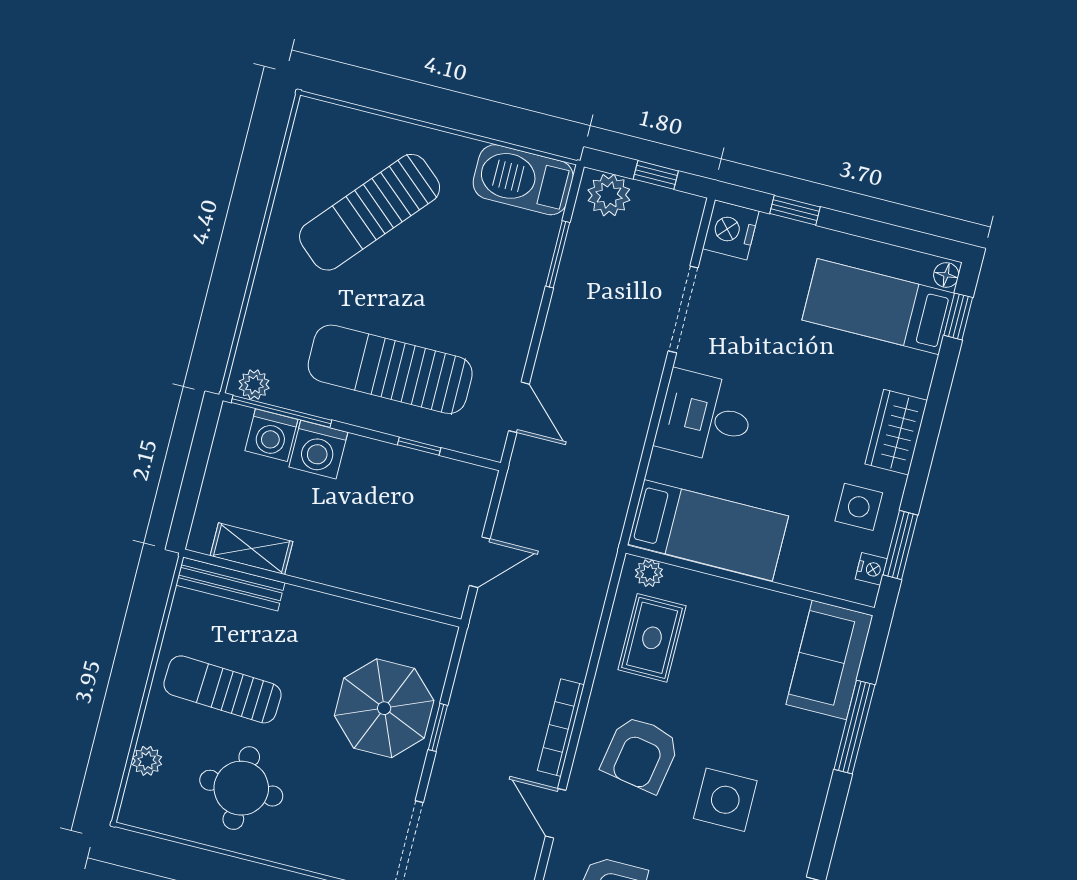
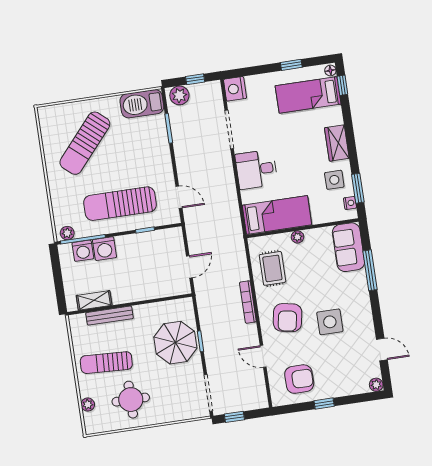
window: (795, 210) -> (291, 65), moved
plant: (649, 573) -> (297, 237), moved
bench: (230, 584) -> (110, 316), moved
bookcase: (561, 728) -> (248, 302), moved

